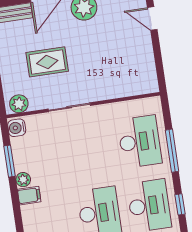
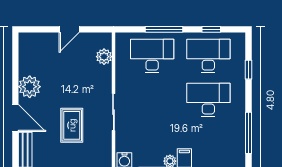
door: (152, 19) -> (69, 29), moved
plant: (19, 104) -> (104, 57), moved

